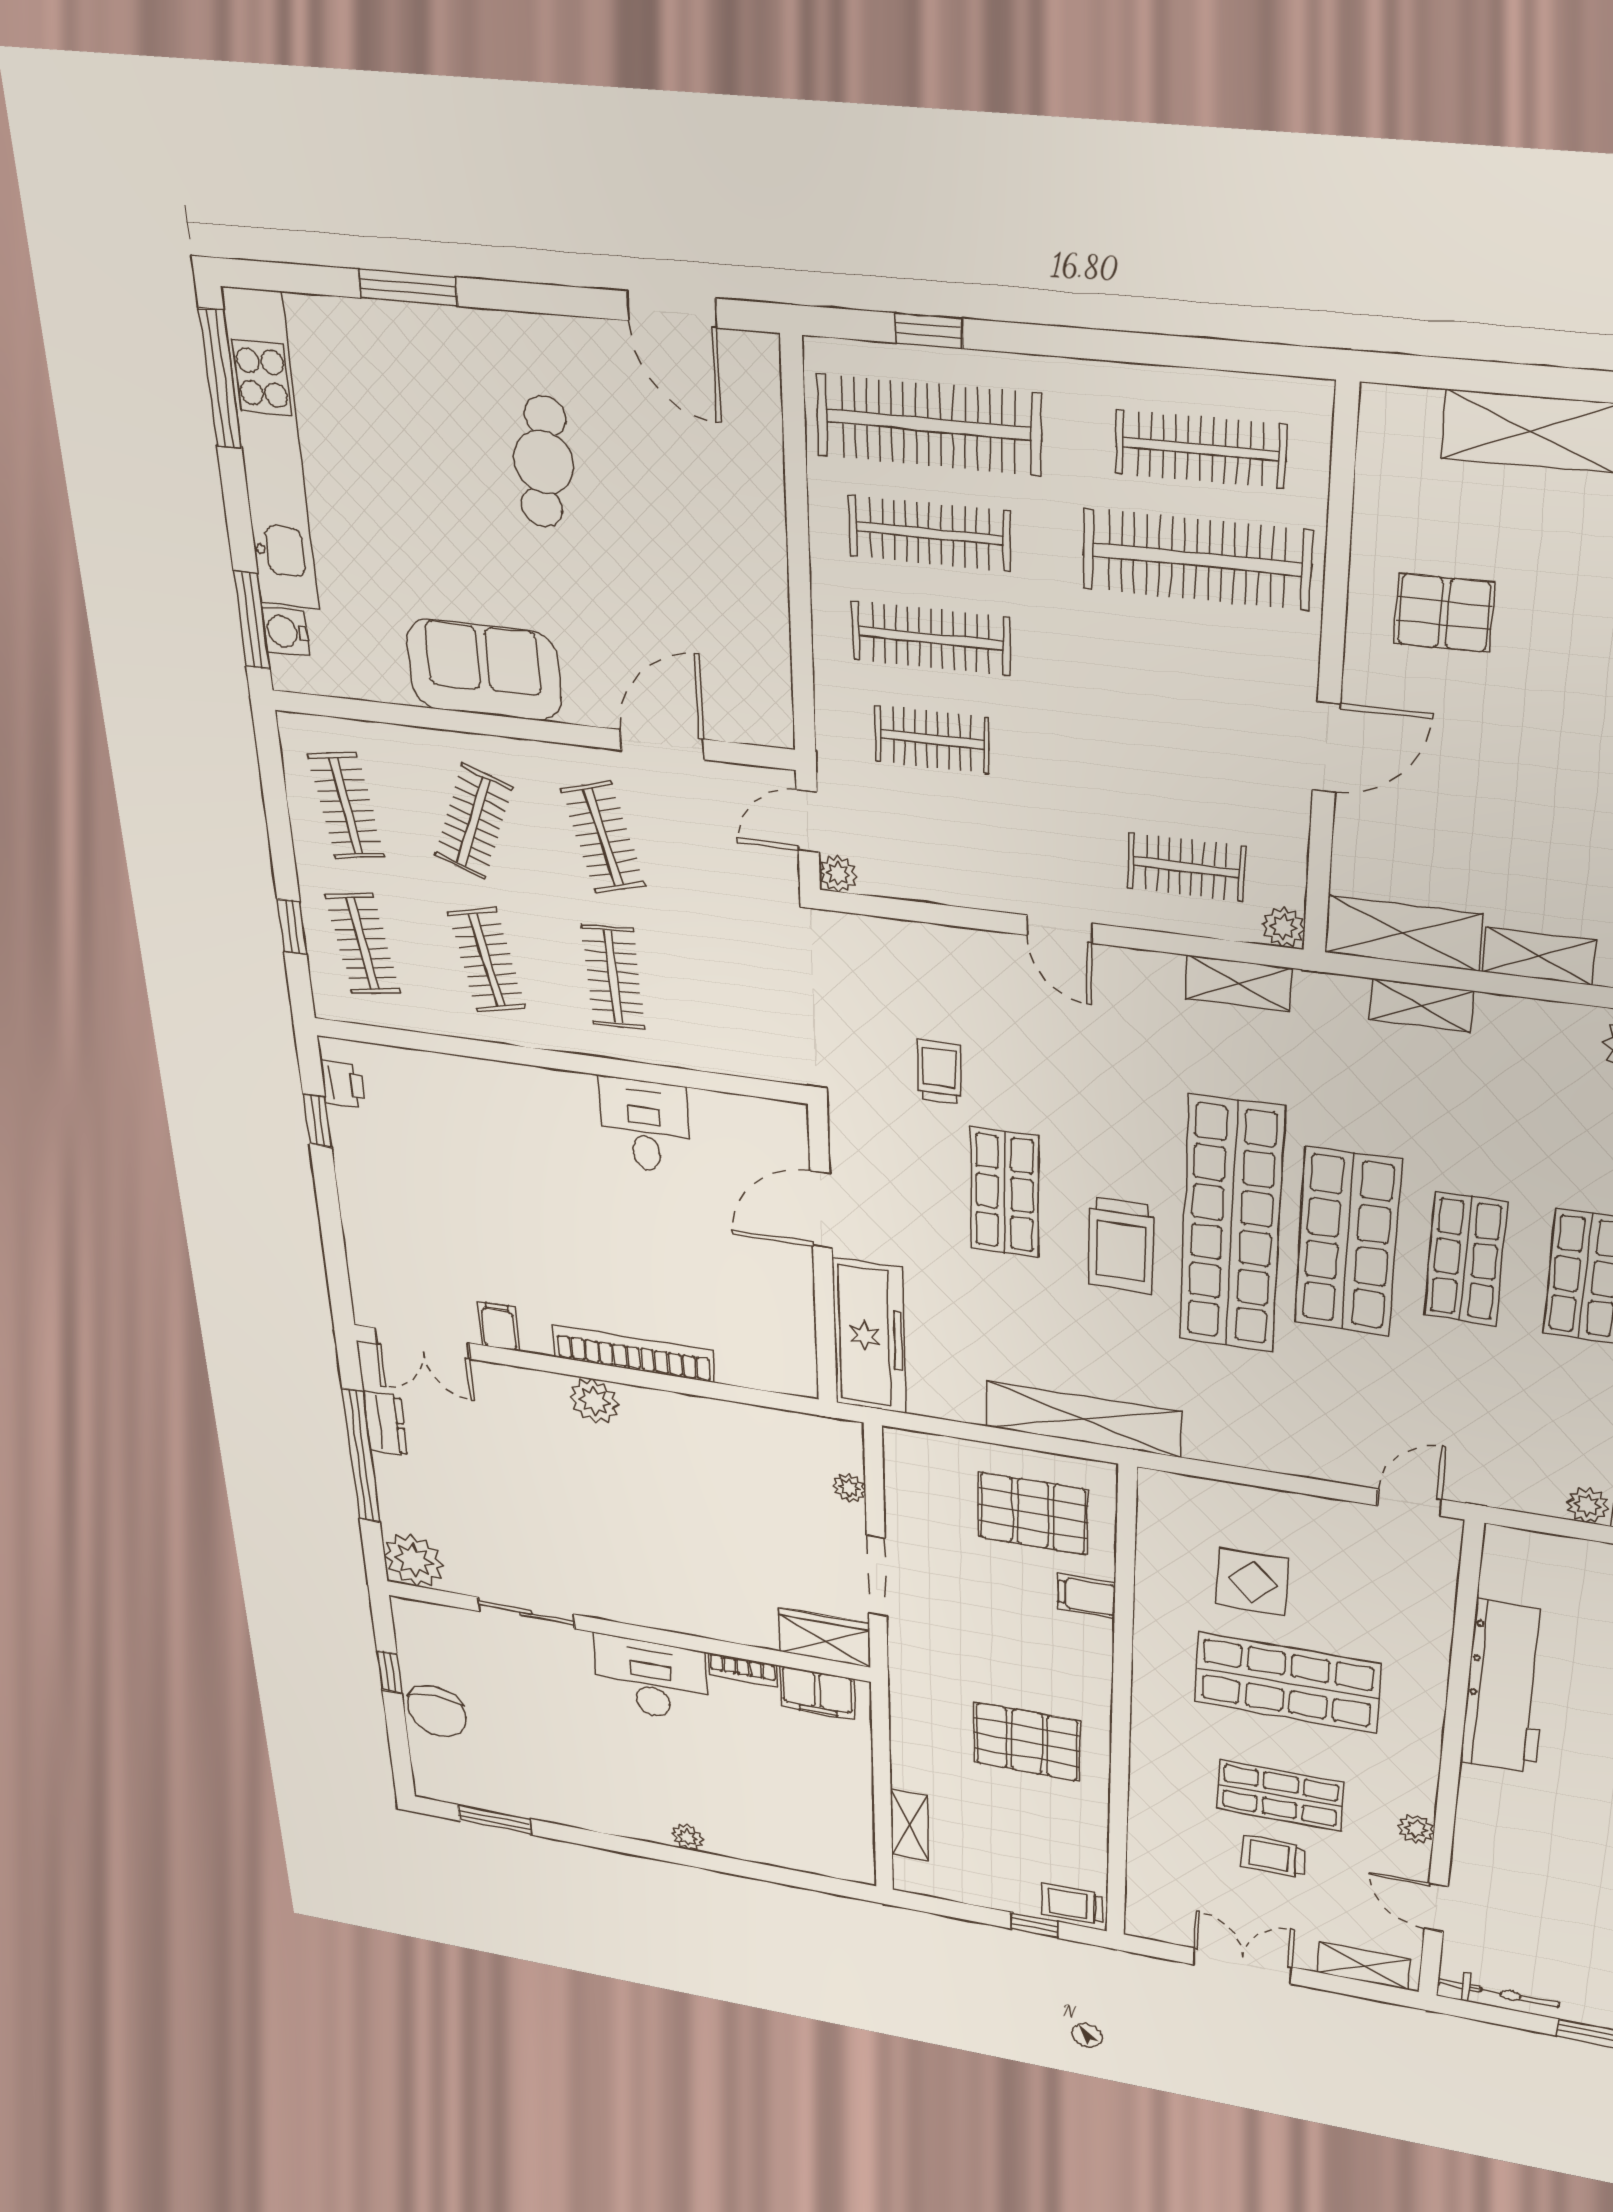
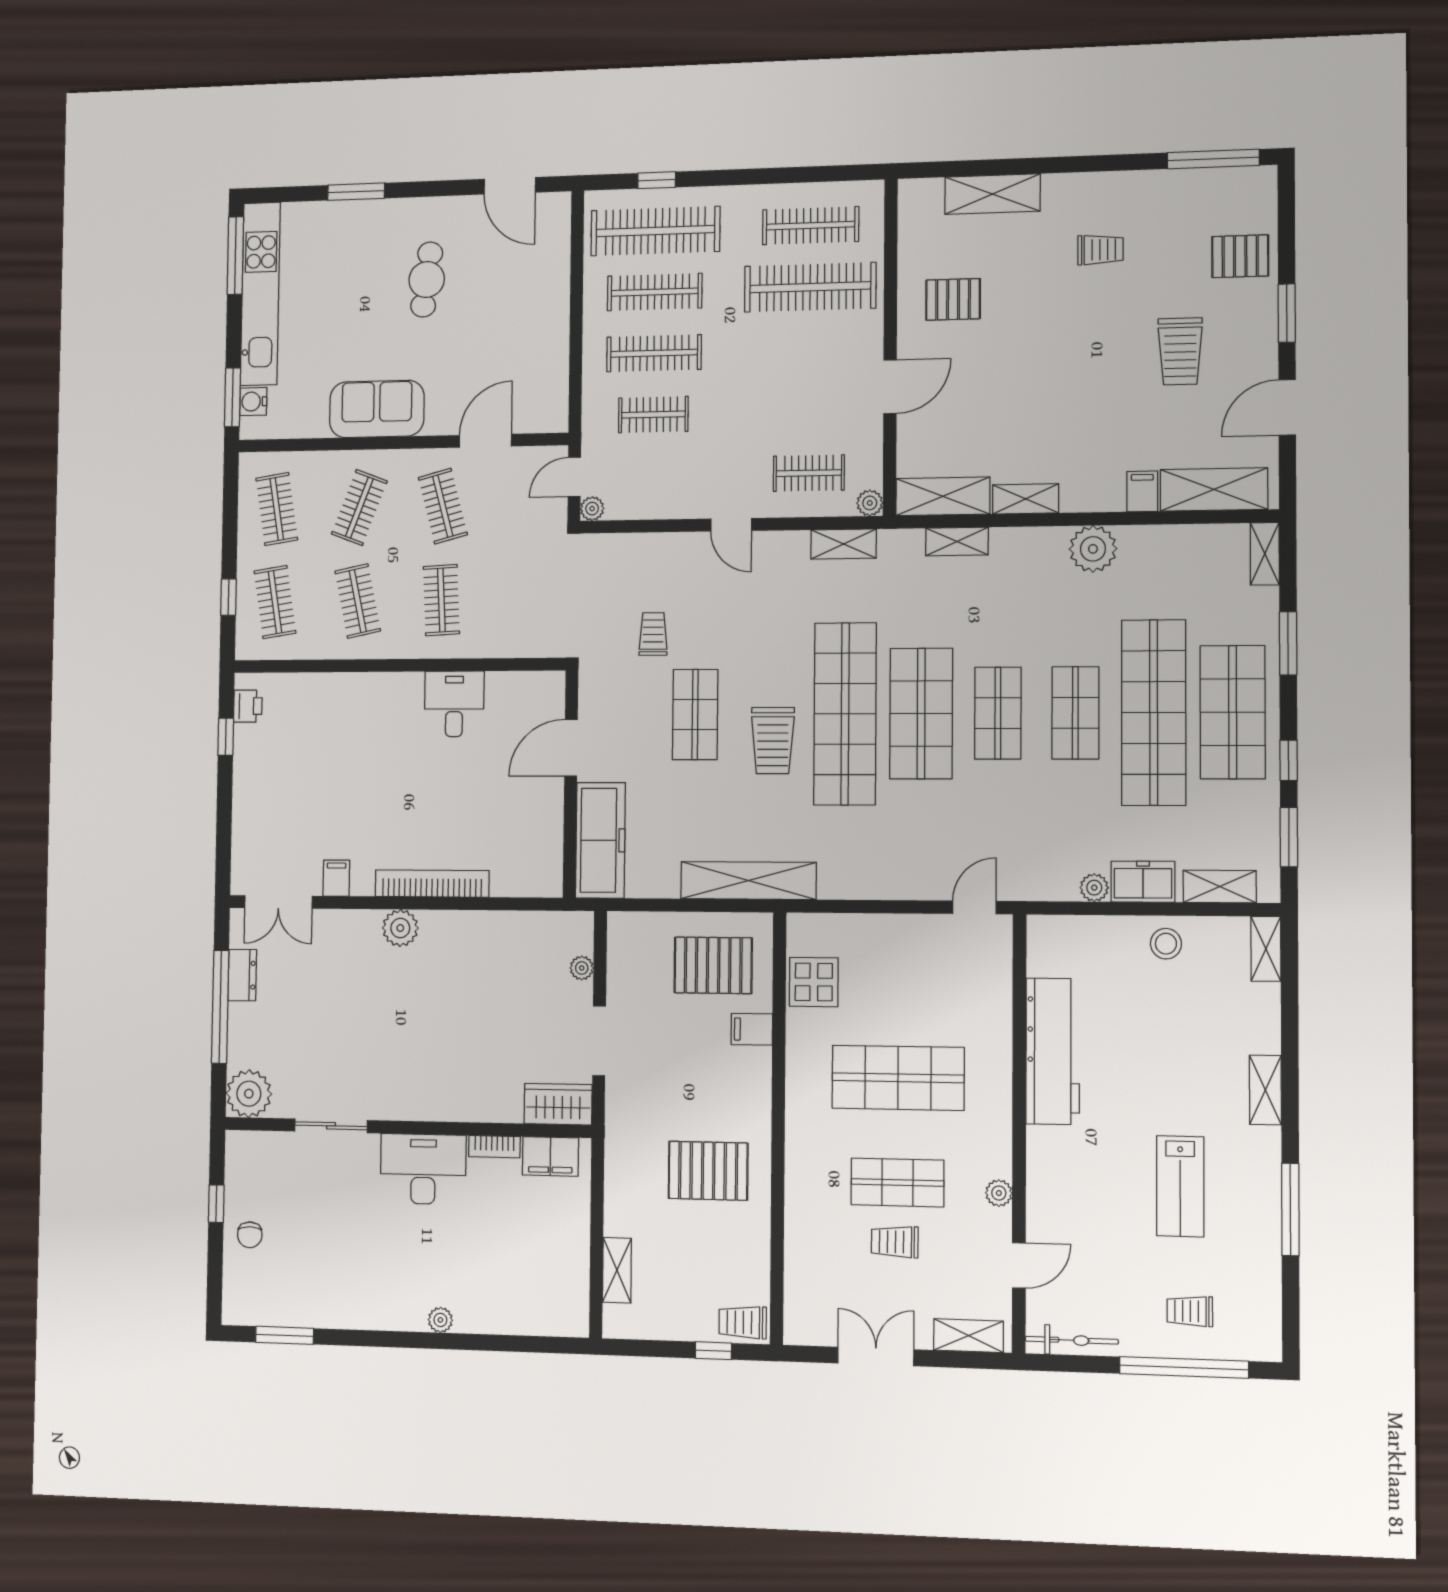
display table: (1253, 1582) -> (814, 982), moved
chair: (437, 1711) -> (250, 1235), width x0.54, depth x0.54
door: (1436, 1908) -> (1019, 1265), swing flipped

